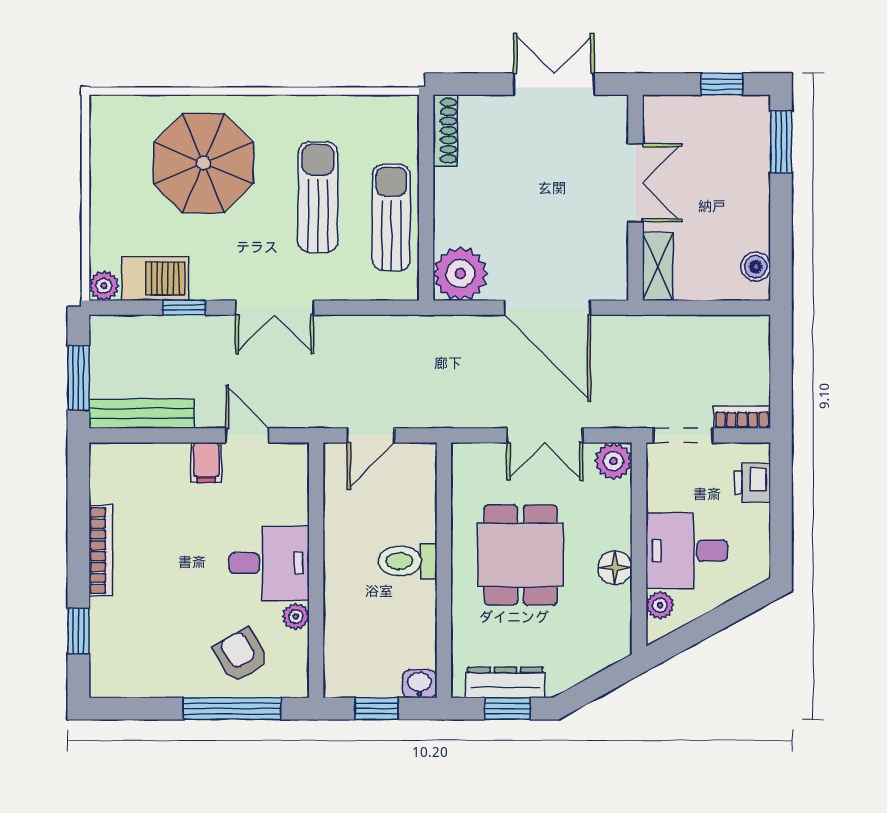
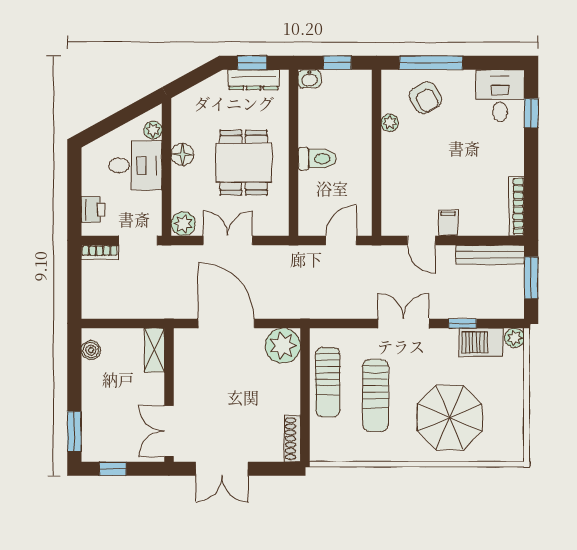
double door: (636, 183) -> (169, 431), moved
bookcase: (101, 551) -> (517, 206), moved
desk: (269, 563) -> (500, 96), moved, turned 90

